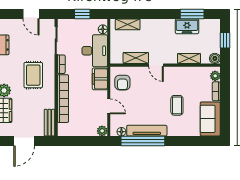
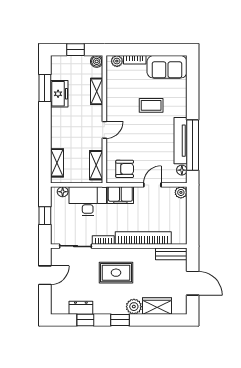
shelving: (136, 58) -> (96, 165), moved

